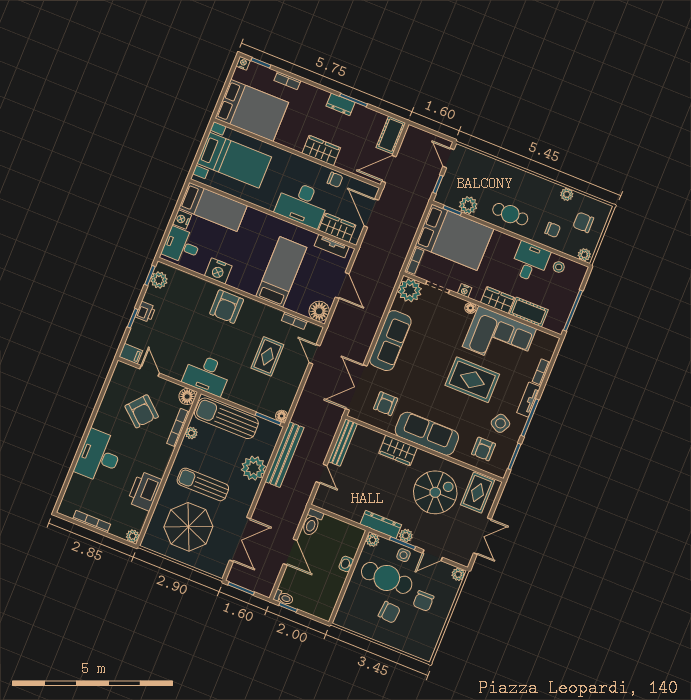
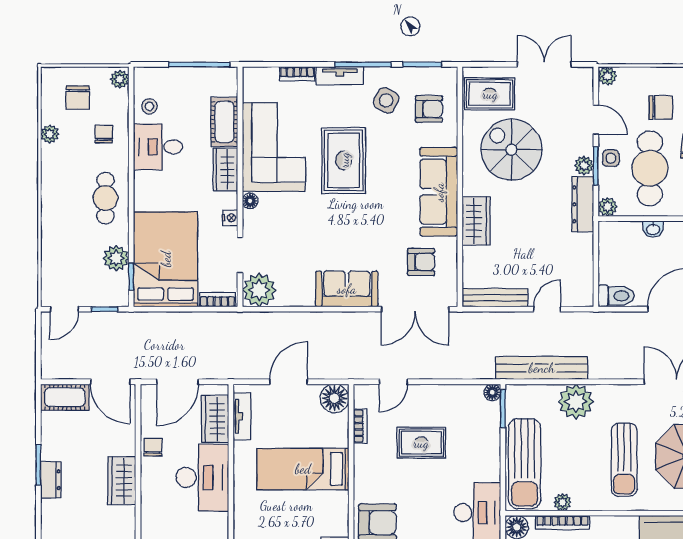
sofa: (390, 341) -> (347, 289), width x0.73

